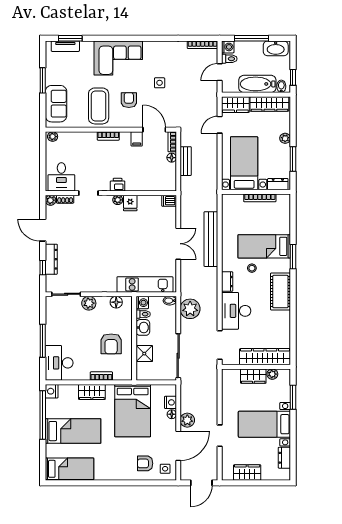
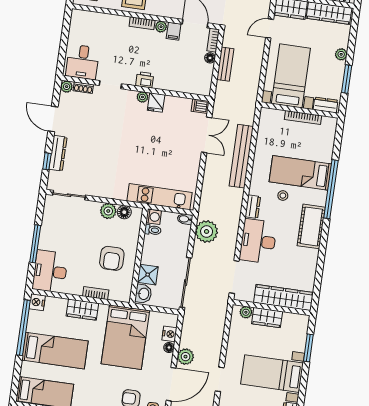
plant: (53, 137) -> (161, 27), moved
double door: (178, 244) -> (207, 135), moved
window: (293, 257) -> (331, 189), width x2.11
plant: (89, 303) -> (108, 211), moved
washbasin: (143, 327) -> (143, 294), moved
plant: (272, 374) -> (246, 312), moved

